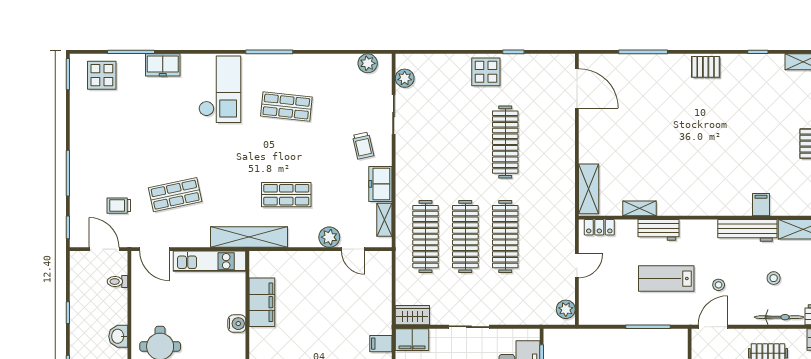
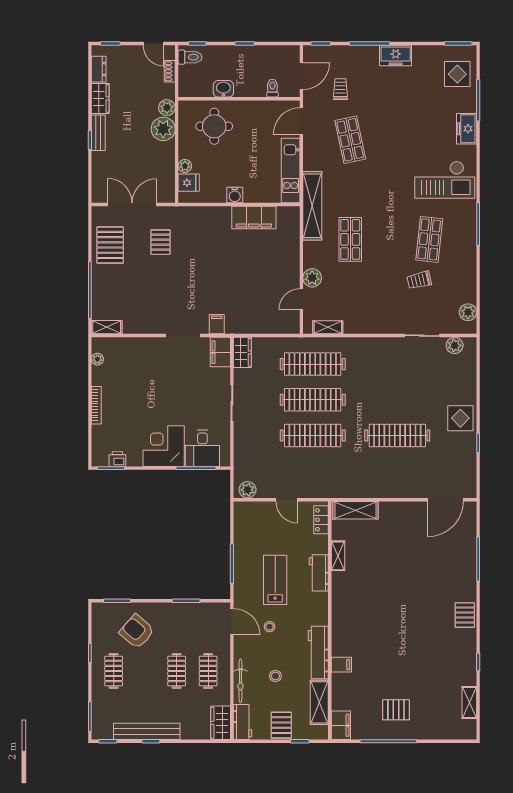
trolley: (363, 146) -> (419, 280), moved
freezer: (380, 184) -> (396, 55), moved, turned 180

